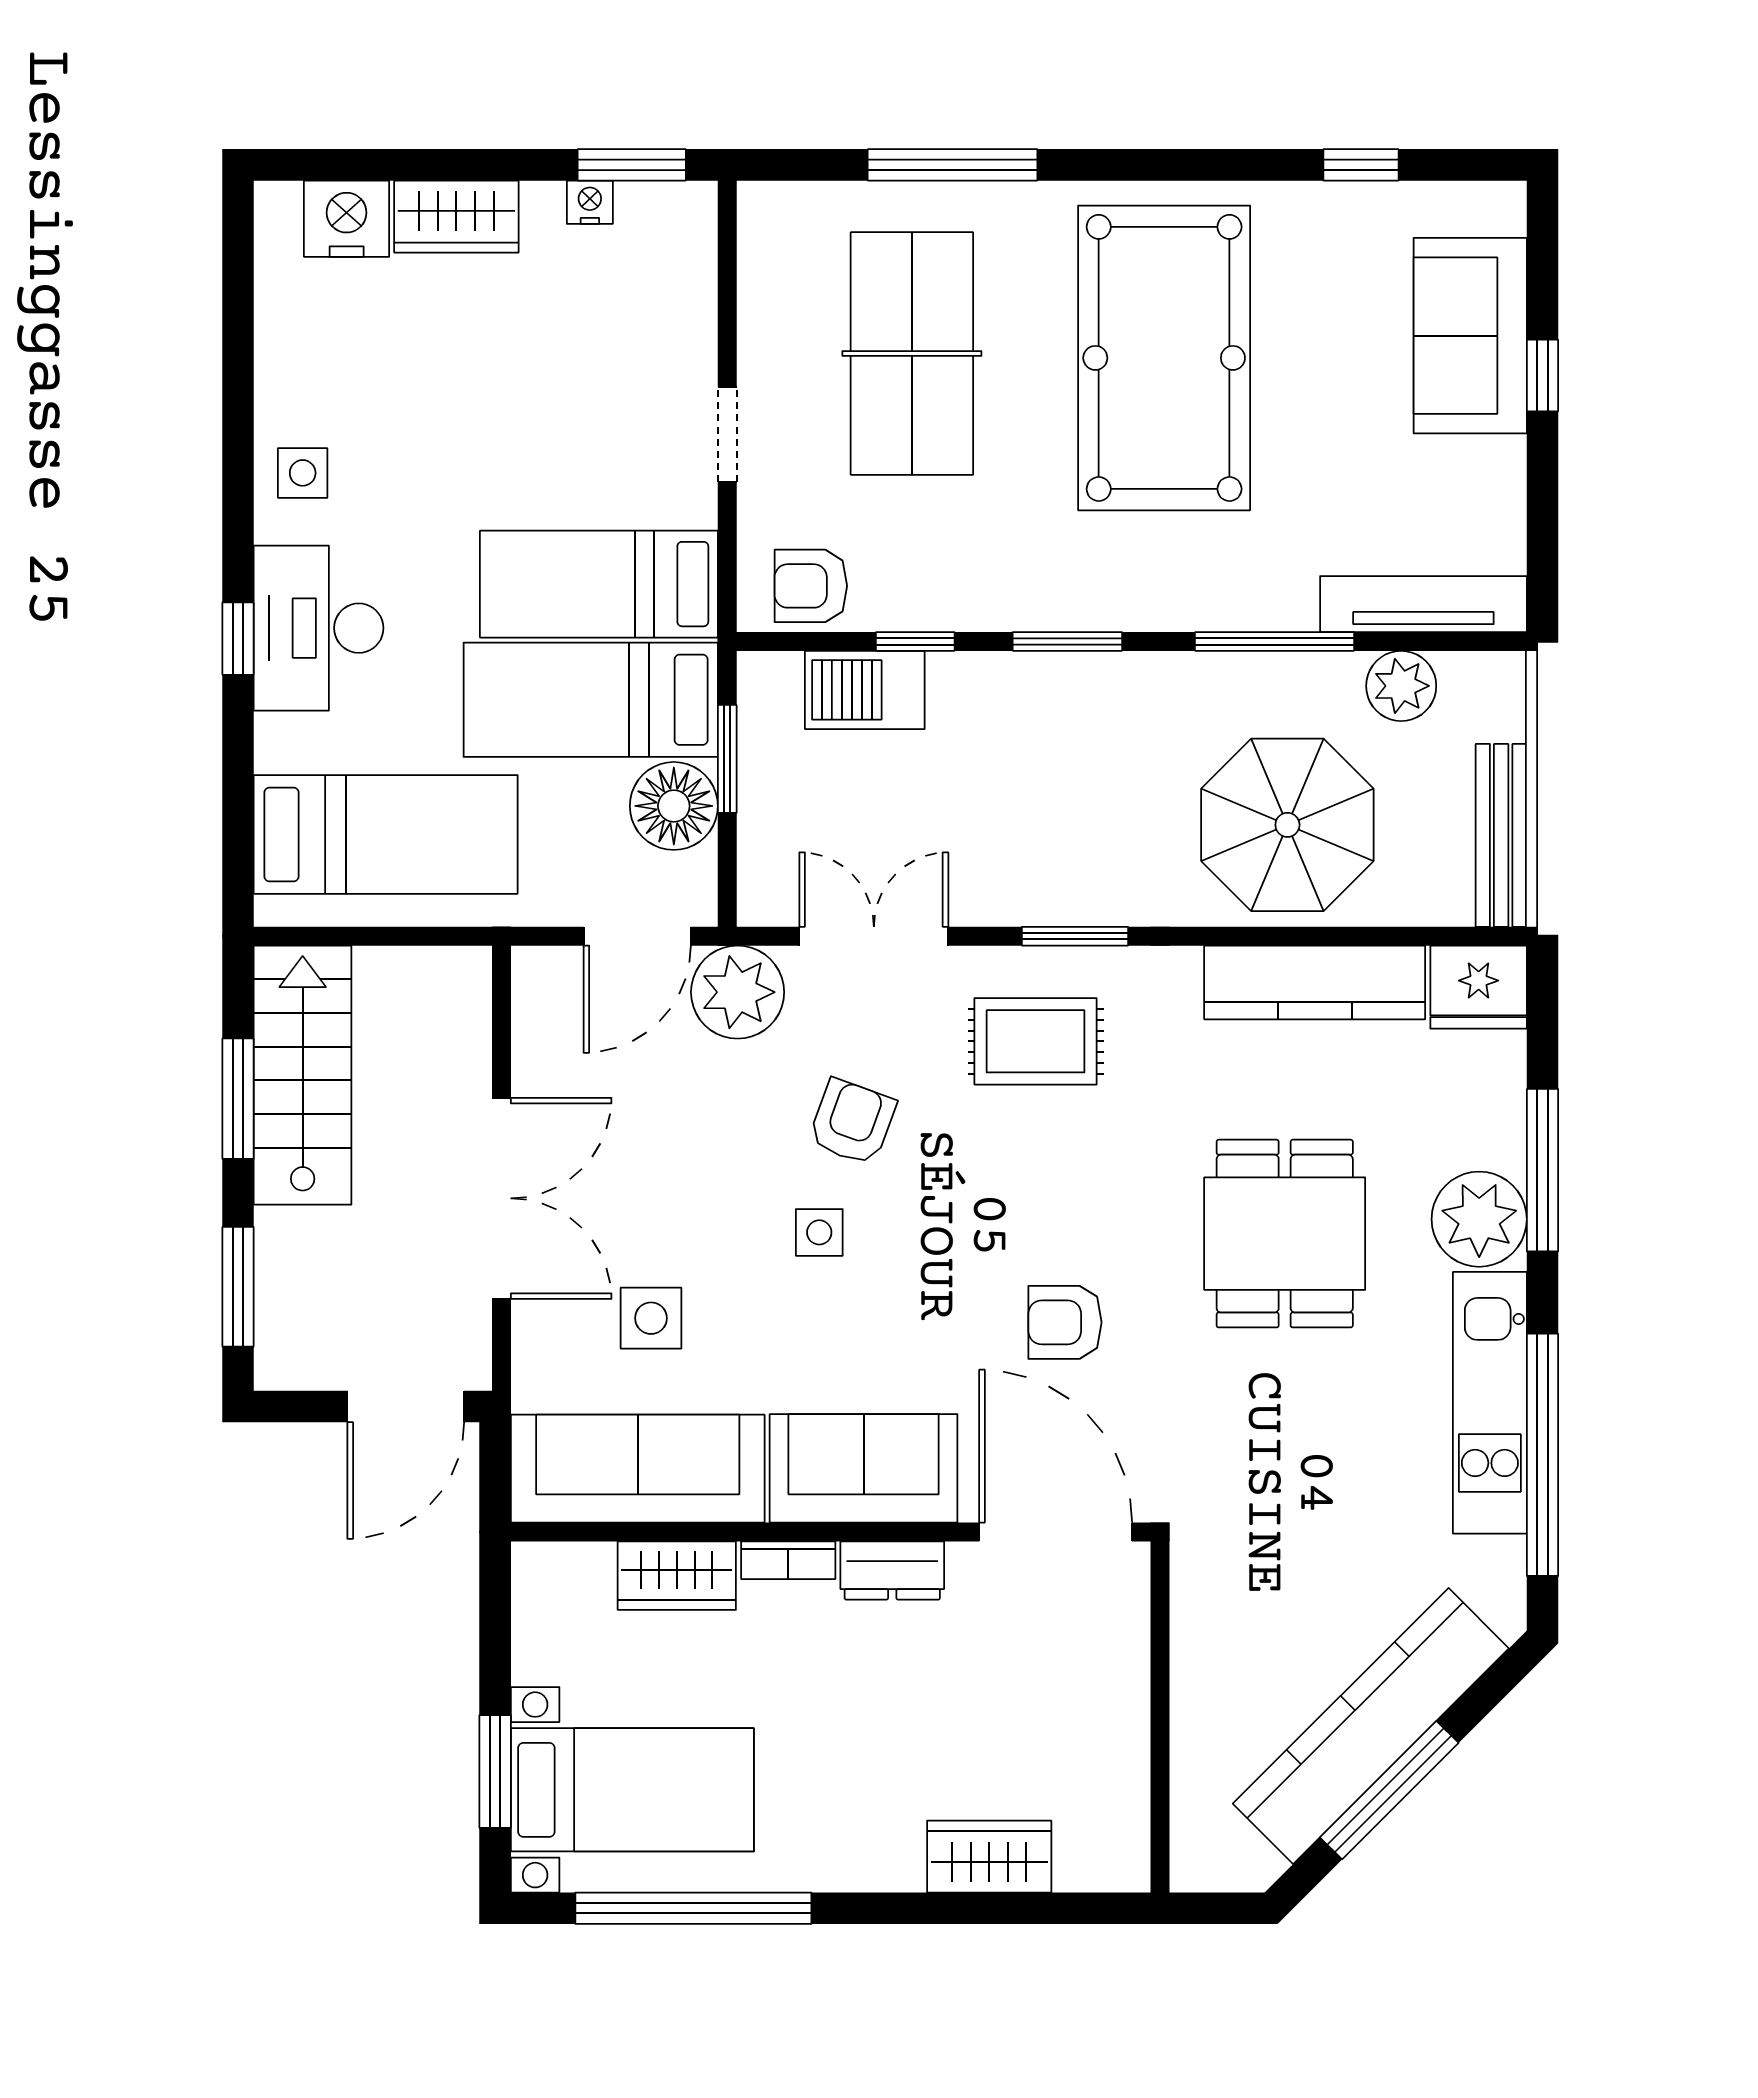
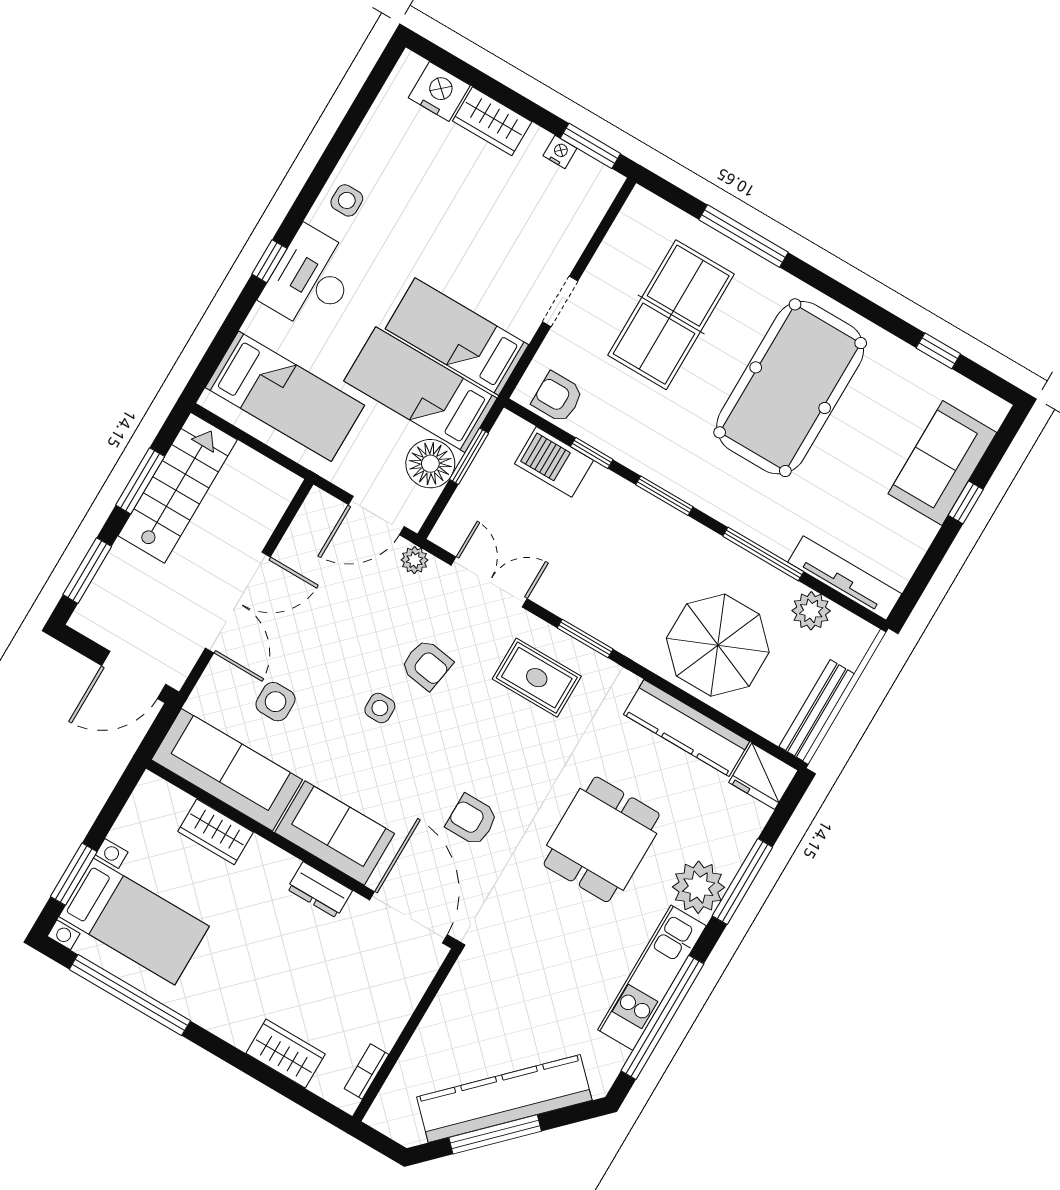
plant: (738, 992) -> (415, 560), width x0.53, depth x0.53
armchair: (852, 1122) -> (427, 665), turned 79
bookcase: (788, 1560) -> (366, 1072), moved, turned 90

